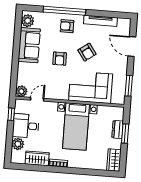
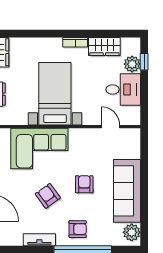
tv unit: (100, 21) -> (39, 240), width x0.71
sofa: (29, 45) -> (127, 191), width x1.36
plant: (21, 91) -> (133, 136), removed
door: (37, 99) -> (111, 127), swing flipped
window: (11, 114) -> (144, 62), moved

